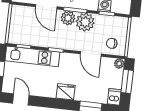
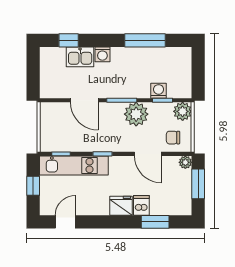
plant: (68, 18) -> (183, 111), moved
dishwasher: (114, 97) -> (141, 205), moved
door: (21, 99) -> (65, 222), hinge flipped

